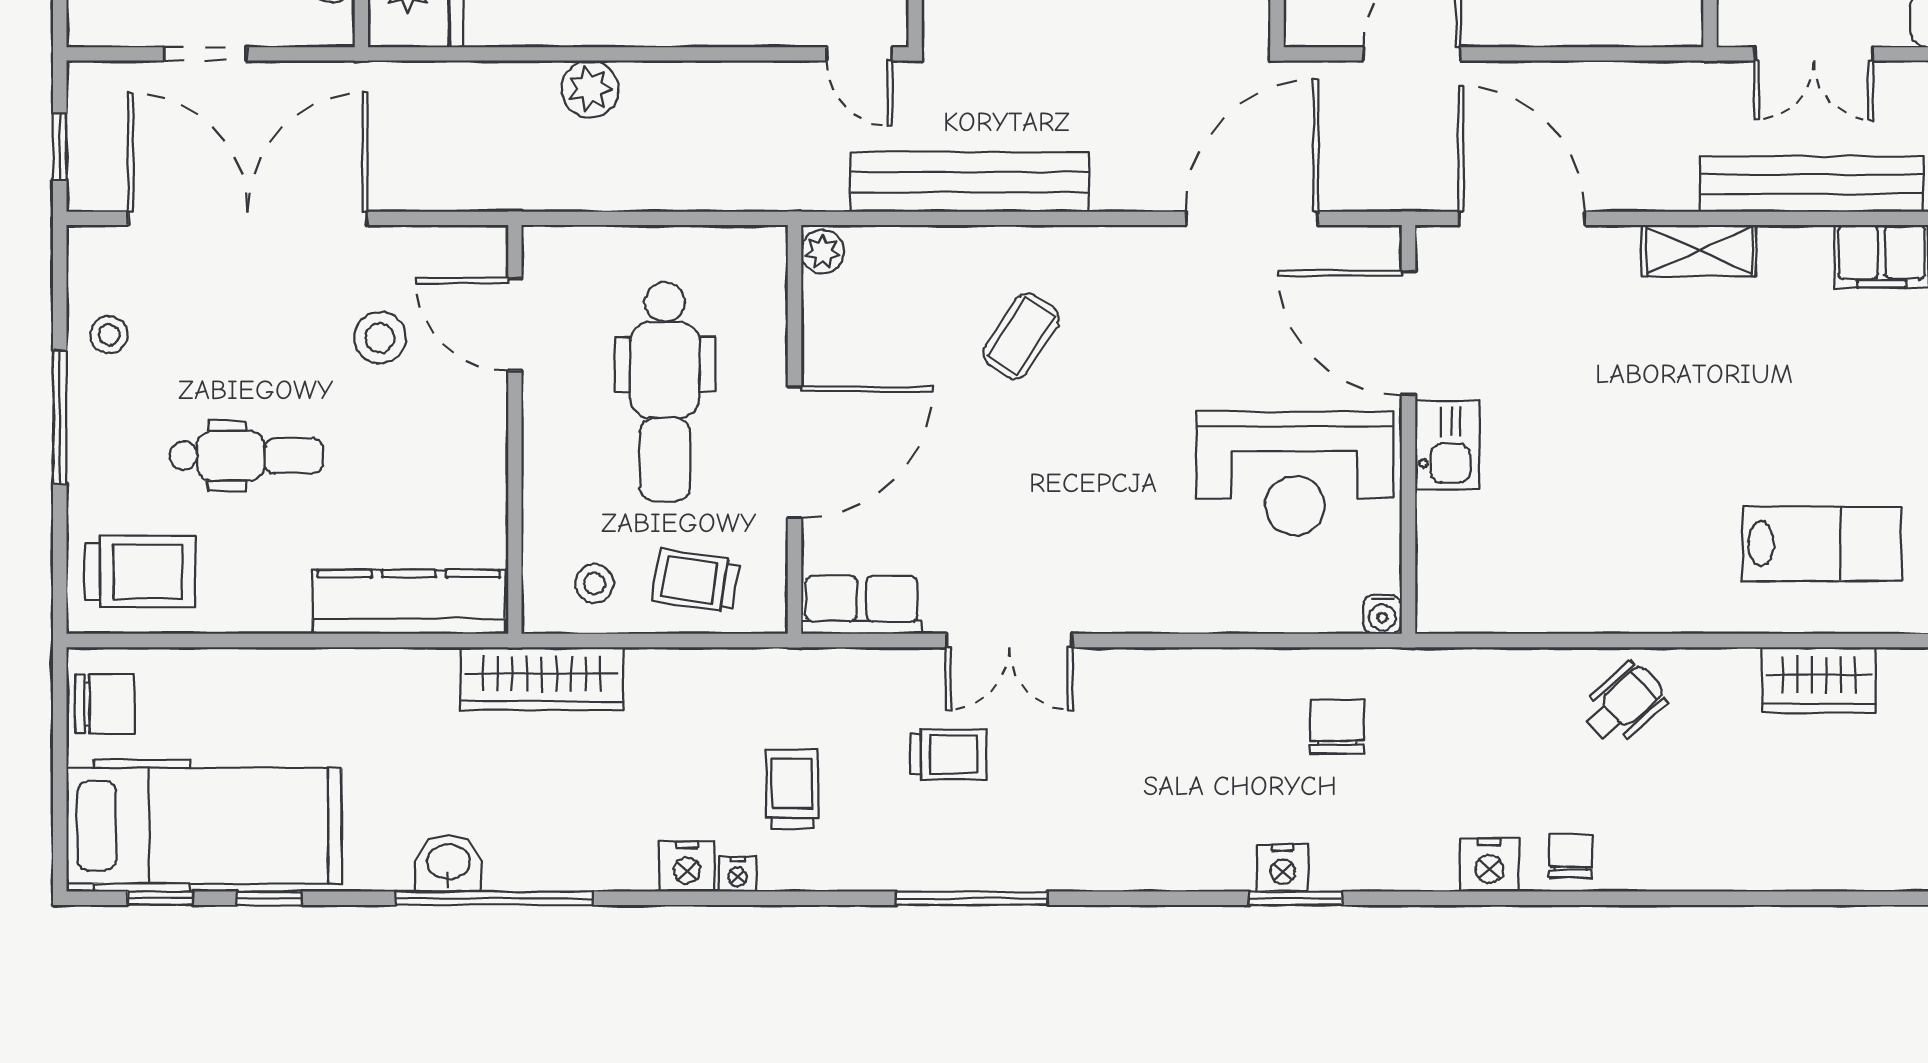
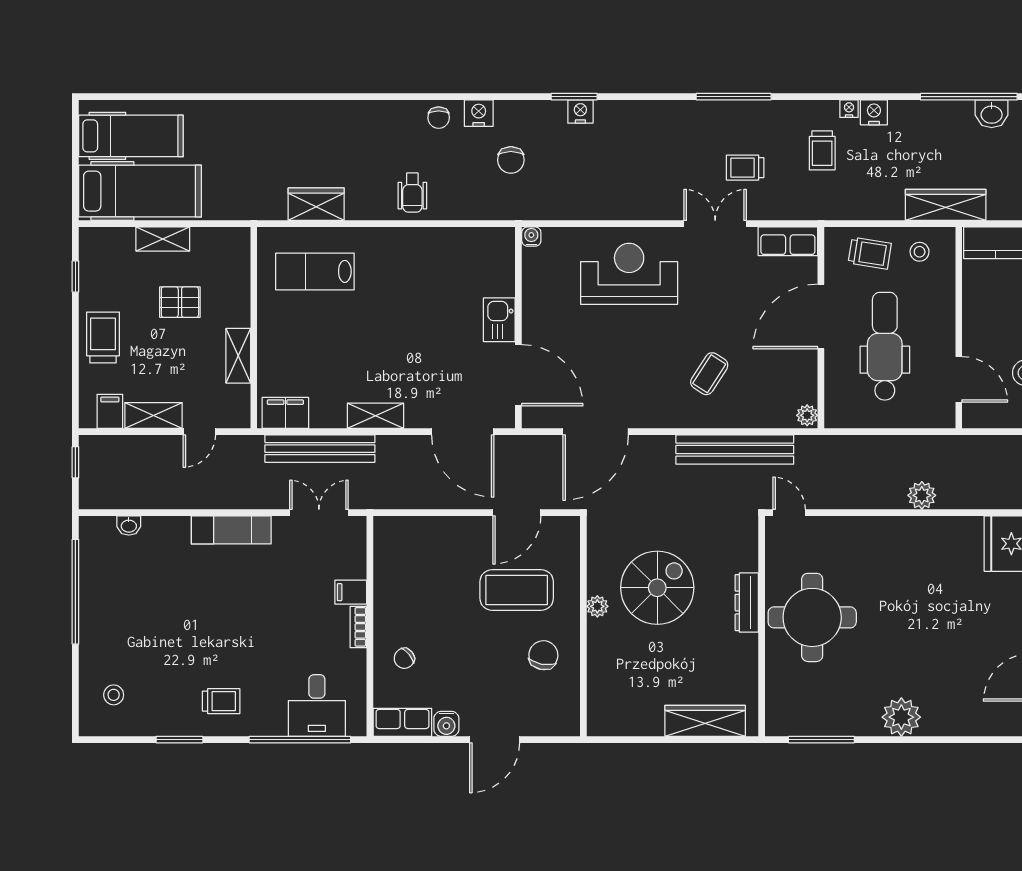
reception desk: (1295, 473) -> (629, 274), moved
wheelchair: (1624, 704) -> (412, 193), turned -48
chair: (1337, 727) -> (511, 160), moved

